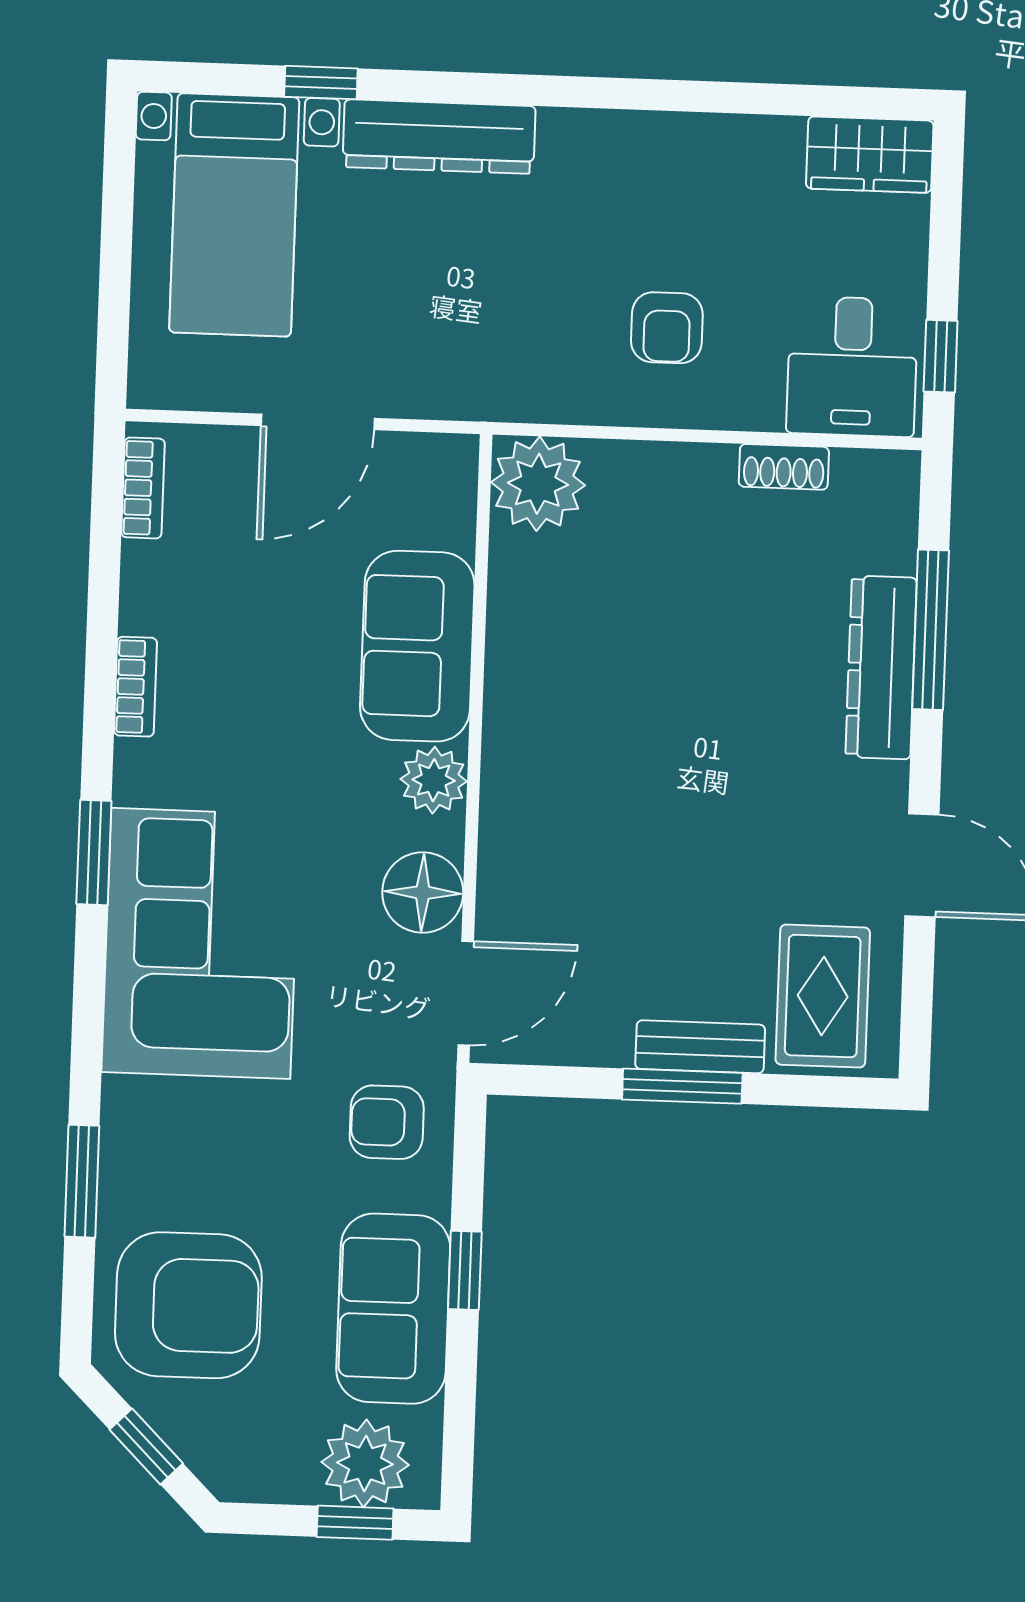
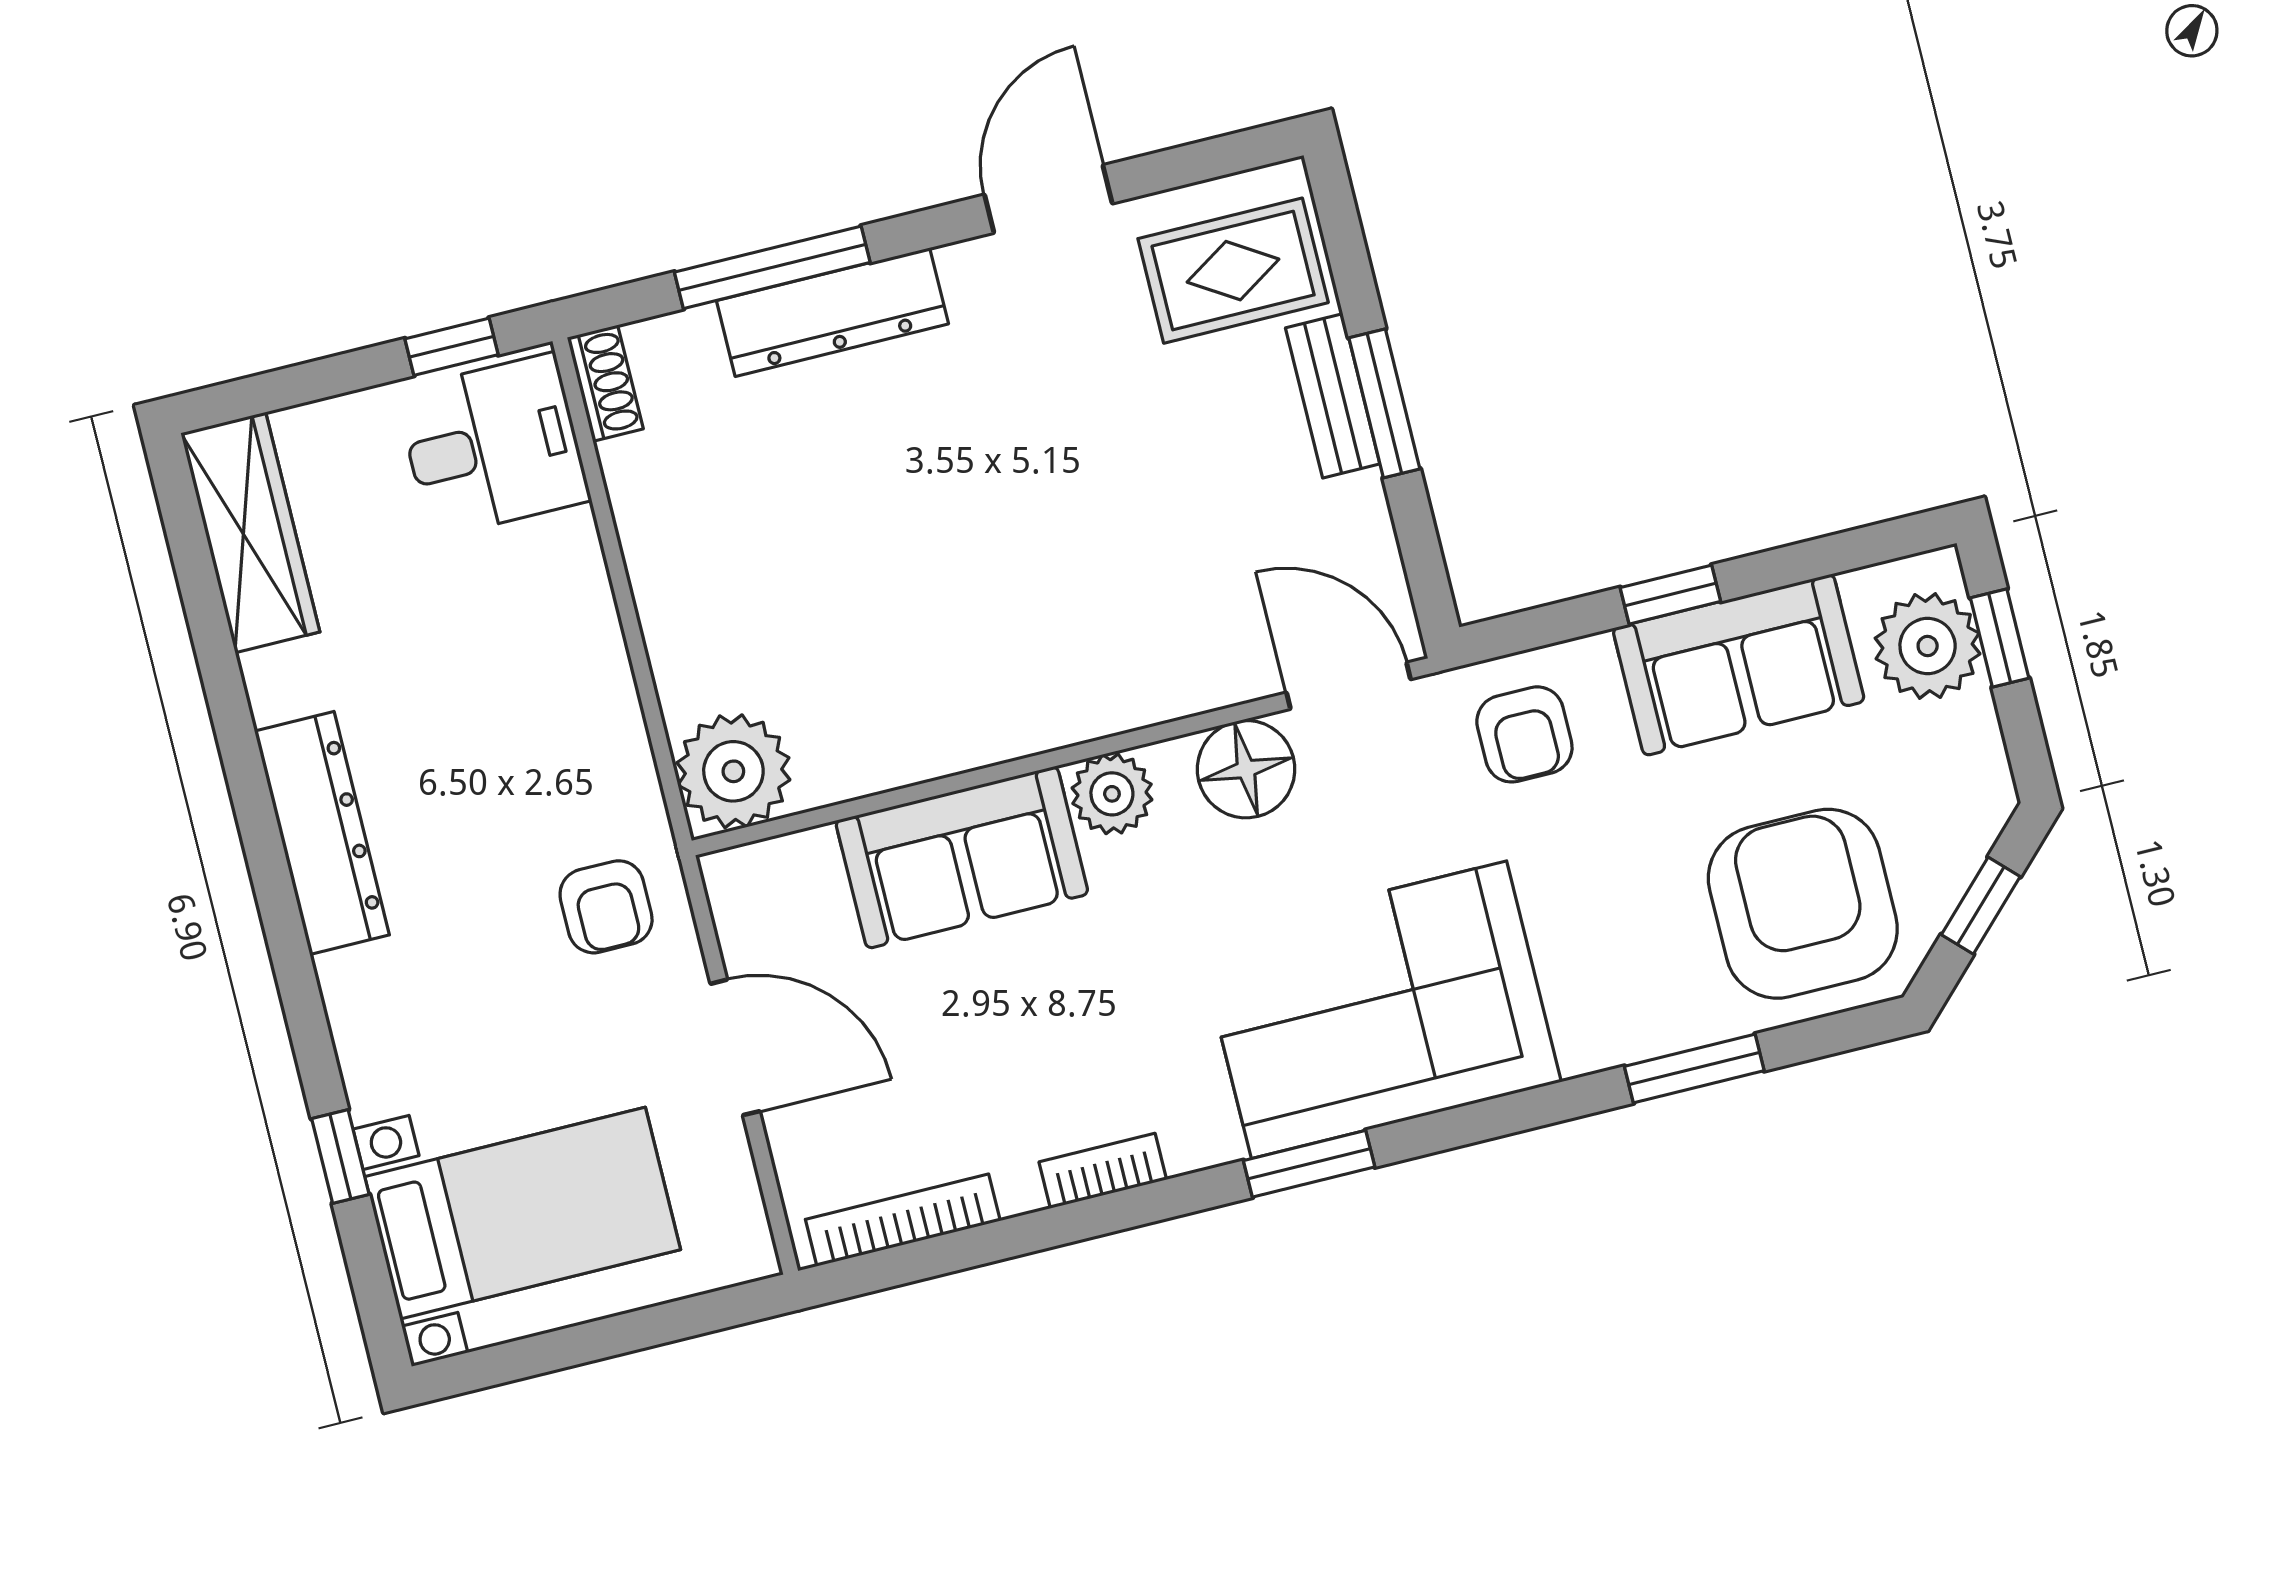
dresser: (439, 137) -> (322, 833), moved
wardrobe: (870, 155) -> (250, 533), width x1.50
armchair: (667, 328) -> (606, 907), moved, turned 90
shoe rack: (784, 467) -> (605, 383), moved
bookcase: (143, 488) -> (903, 1220), width x1.56

